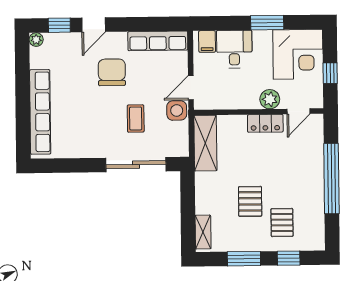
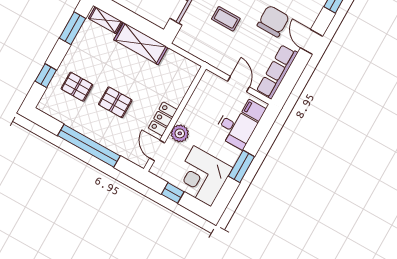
door: (94, 25) -> (311, 42), moved
chair: (112, 72) -> (273, 21), turned -90
door: (191, 88) -> (239, 84), moved
side table: (177, 110) -> (213, 55), removed
shelving: (205, 143) -> (141, 44), moved
pallet: (250, 201) -> (115, 102), moved
window: (244, 259) -> (72, 28), moved

